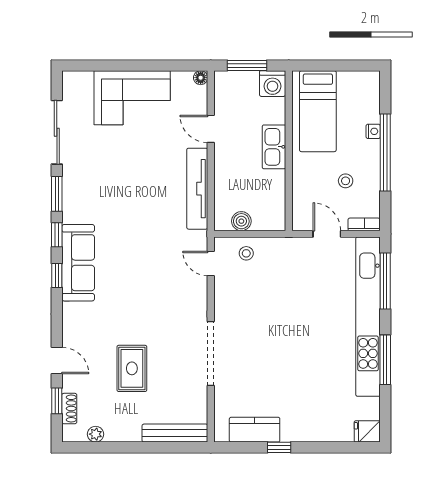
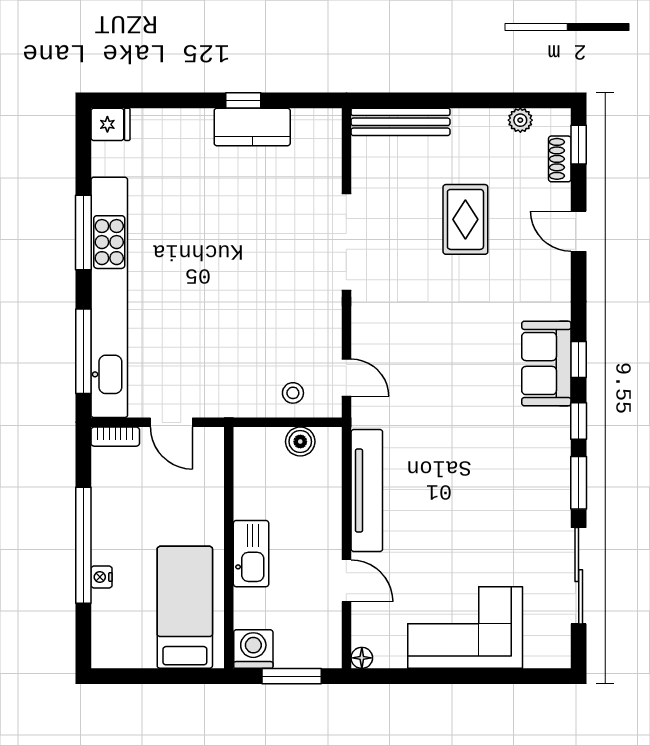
stool: (346, 181) -> (143, 502), removed
sofa: (78, 263) -> (546, 363), width x0.73
window: (57, 401) -> (579, 145), moved
kitchen counter: (255, 430) -> (252, 127), moved

